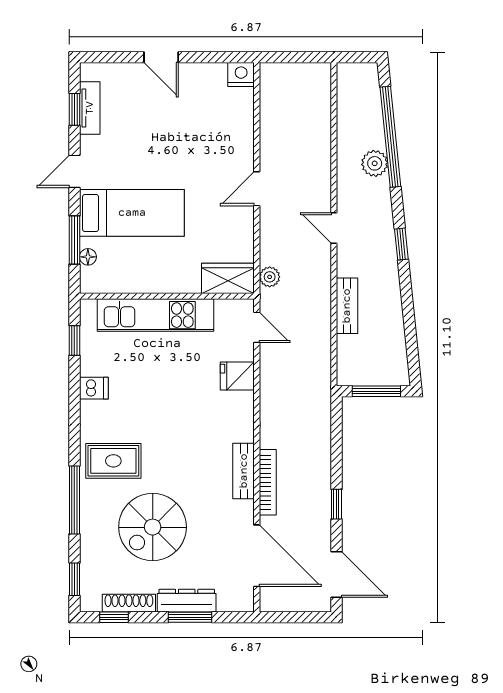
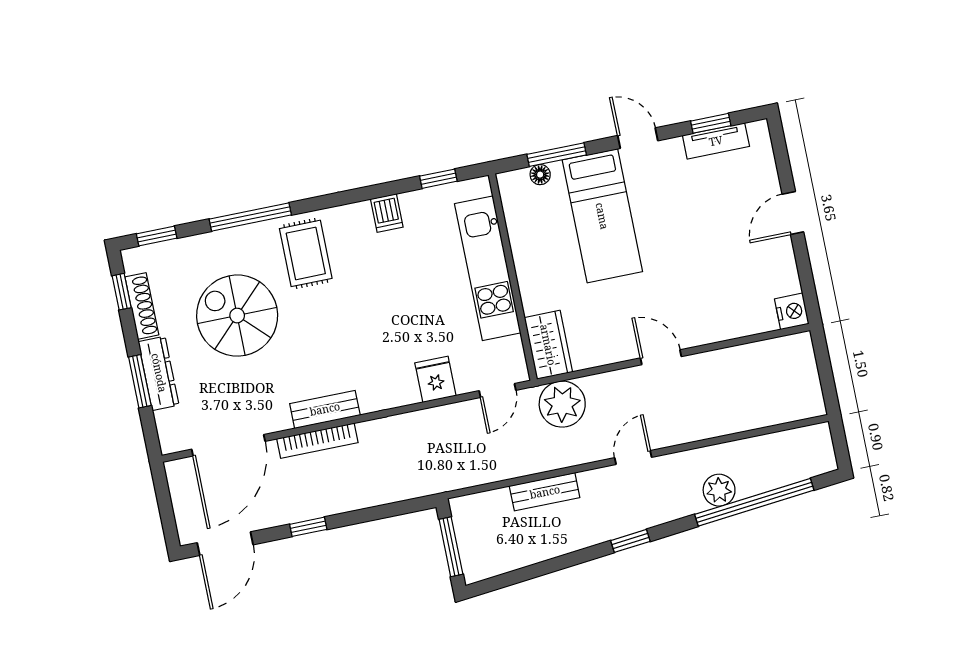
plant: (270, 277) -> (562, 404), width x1.88, depth x1.88

